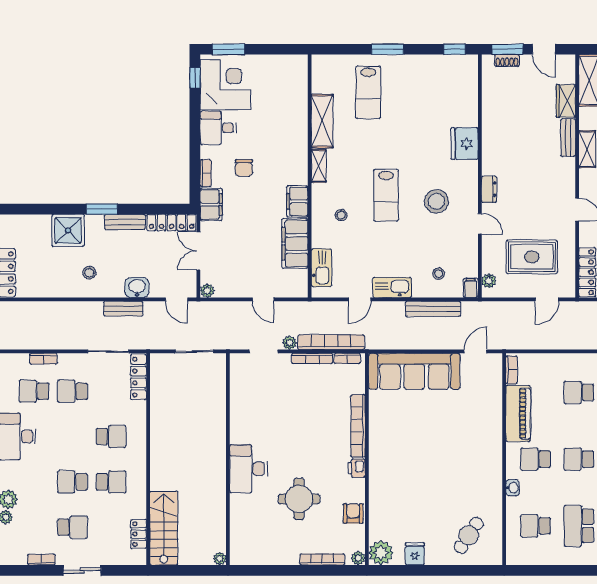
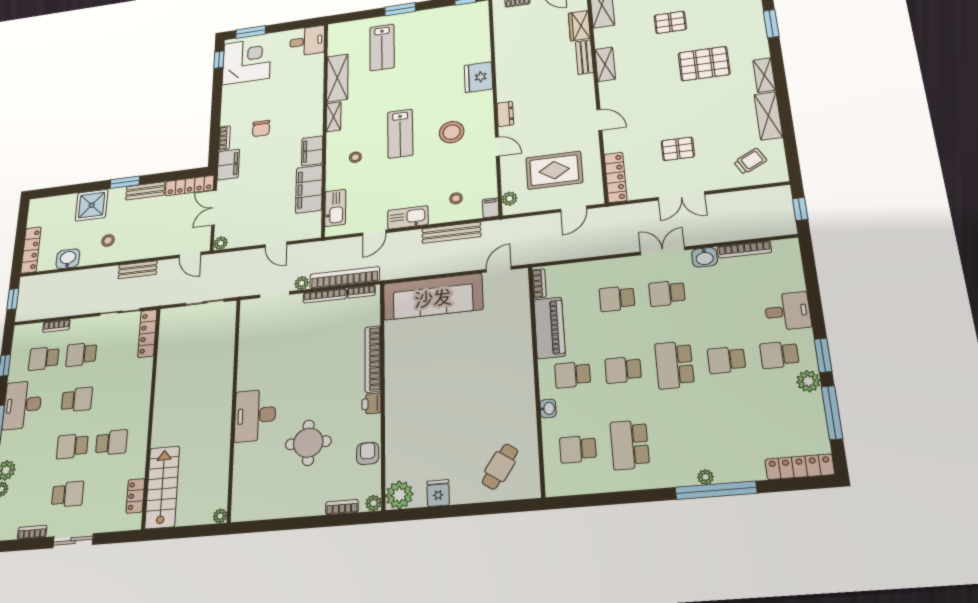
desk: (218, 128) -> (307, 41), moved, turned 180
washbasin: (137, 288) -> (68, 259), moved
school desk: (111, 437) -> (77, 400), moved
bookcase: (322, 559) -> (342, 507), width x0.64

